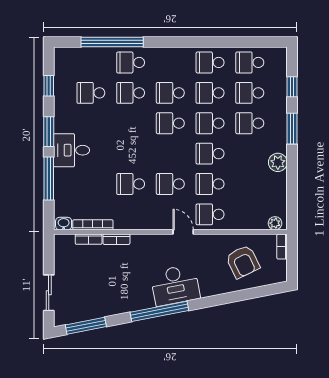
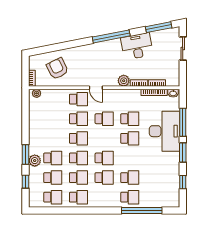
school desk: (91, 93) -> (130, 138), moved
desk: (72, 150) -> (164, 131), width x1.87, depth x1.30
plant: (278, 162) -> (35, 161), moved
plant: (140, 243) -> (124, 81), added
desk: (175, 285) -> (137, 46), moved

